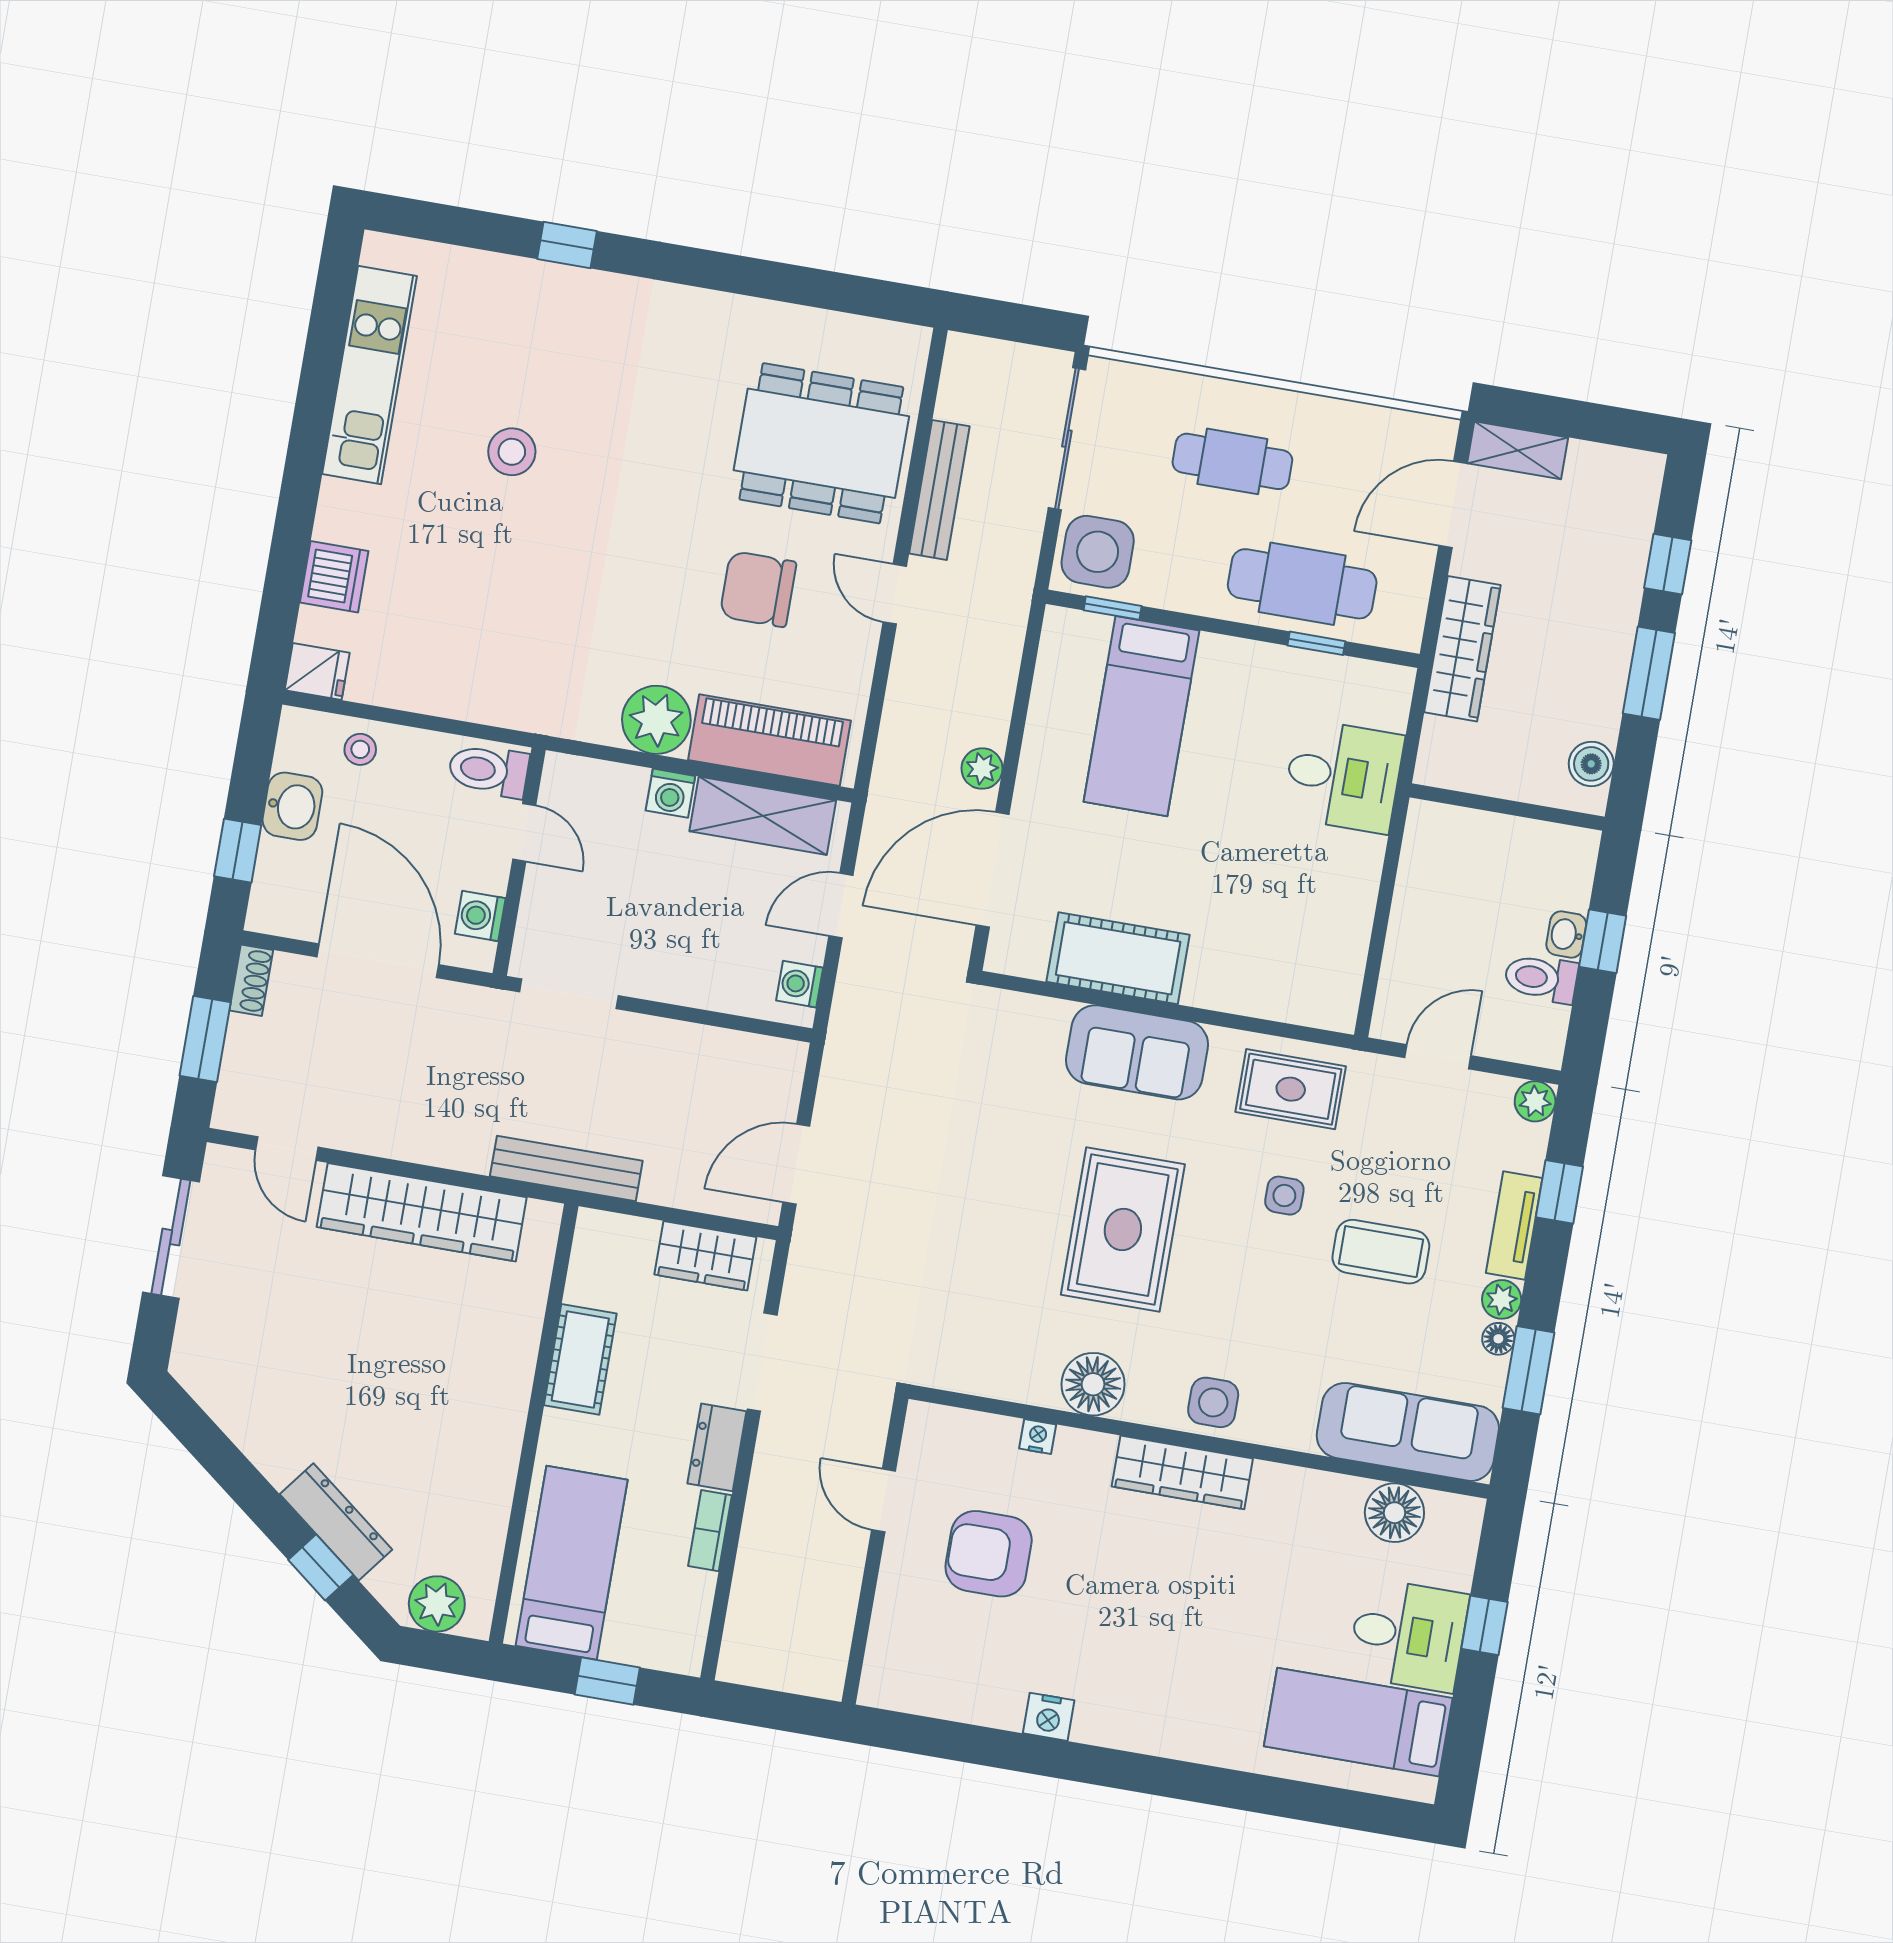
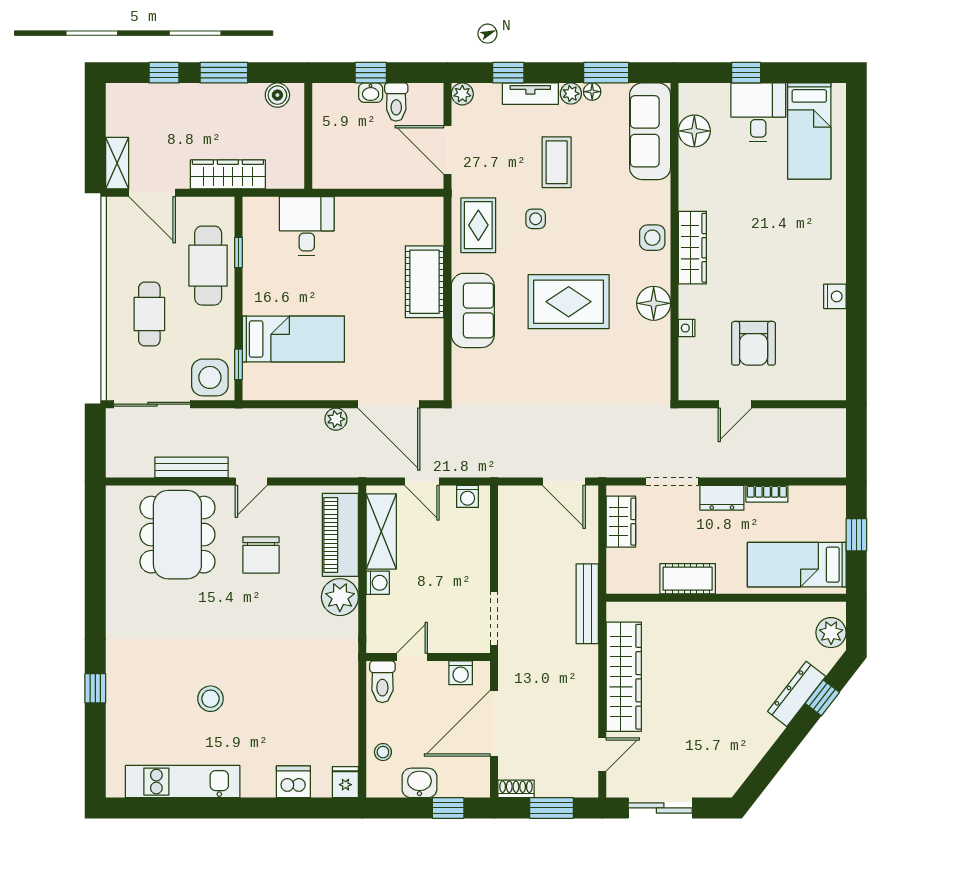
cot: (1118, 958) -> (424, 282), moved
door: (1438, 1057) -> (447, 150), width x1.38

